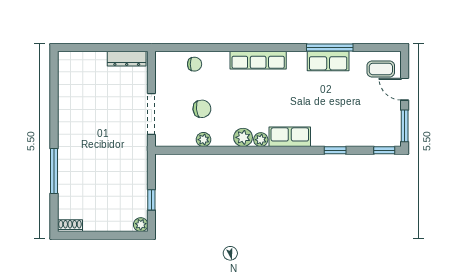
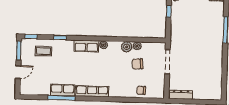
row of seats: (258, 60) -> (92, 91), moved
coffee table: (381, 69) -> (43, 51), moved
door: (405, 89) -> (18, 72), hinge flipped
plant: (243, 137) -> (127, 47), moved

